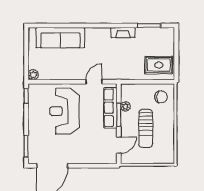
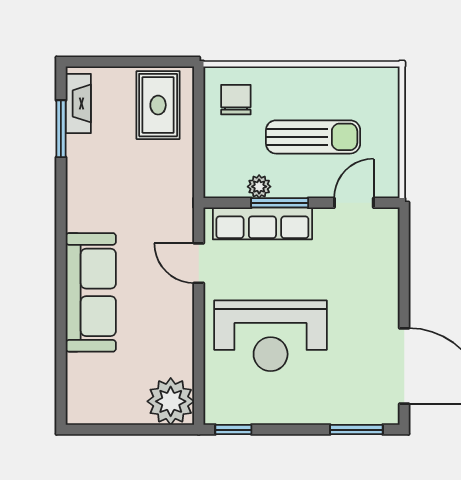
fireplace: (123, 33) -> (78, 103), moved
sofa: (60, 38) -> (91, 292), moved
plant: (33, 75) -> (171, 401), width x1.87, depth x1.87
door: (119, 145) -> (354, 203), hinge flipped

